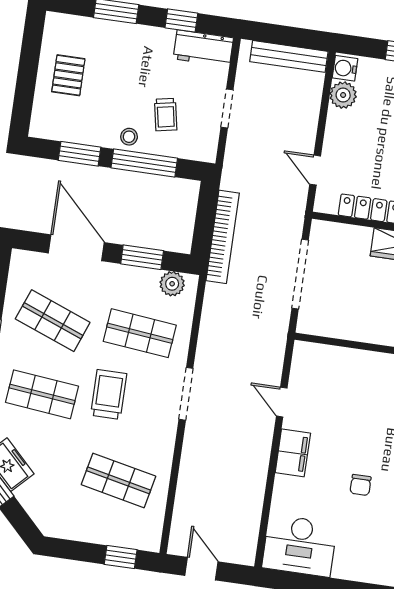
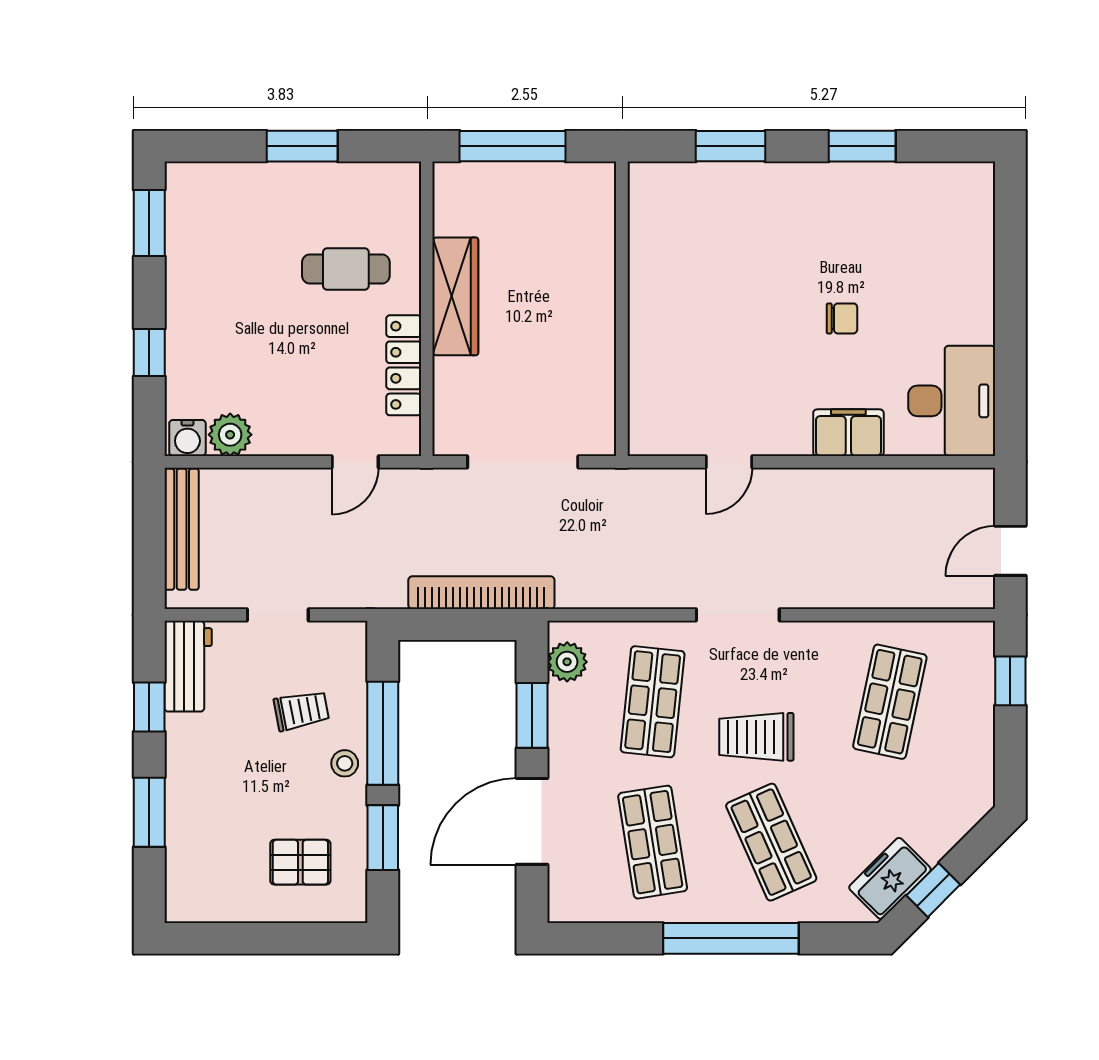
pallet: (68, 75) -> (300, 862), moved
shop shelf: (53, 321) -> (653, 842), turned -30
shop shelf: (42, 394) -> (771, 842), turned -30
filing cabinet: (293, 453) -> (848, 433), moved

